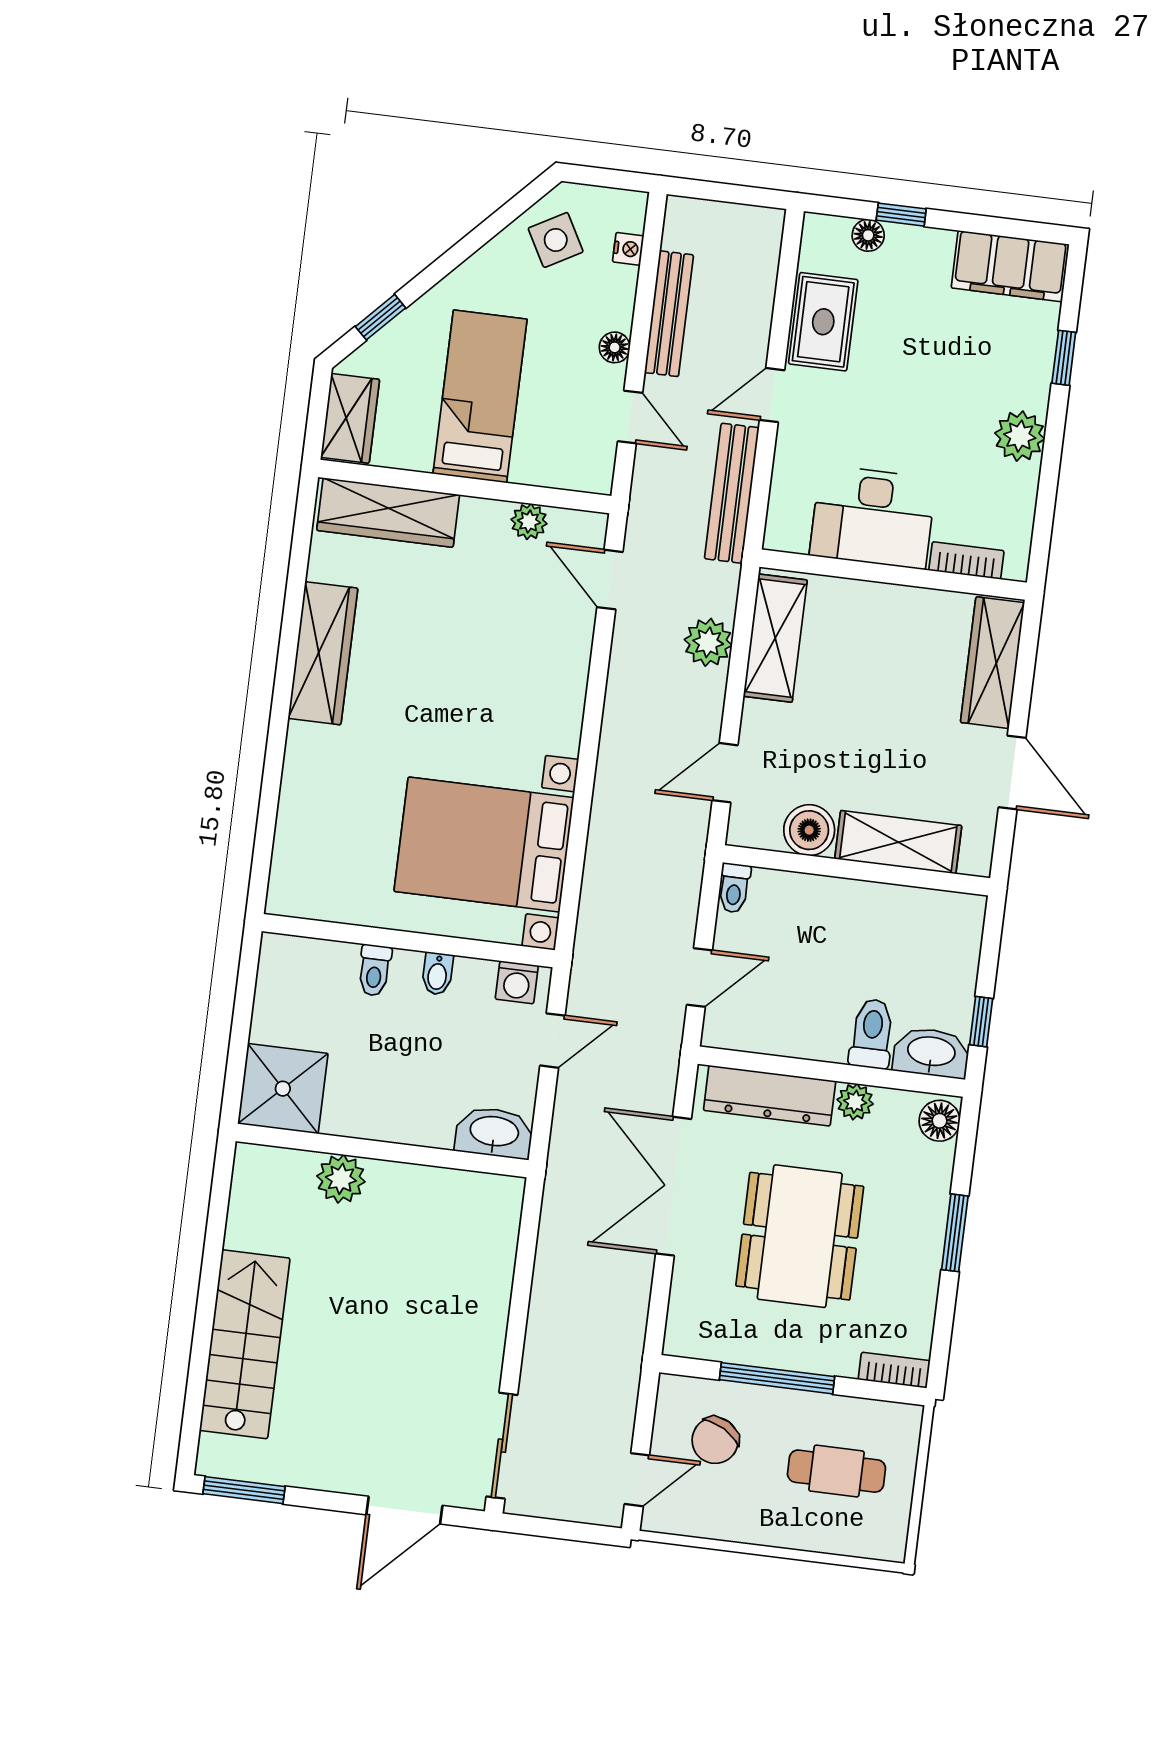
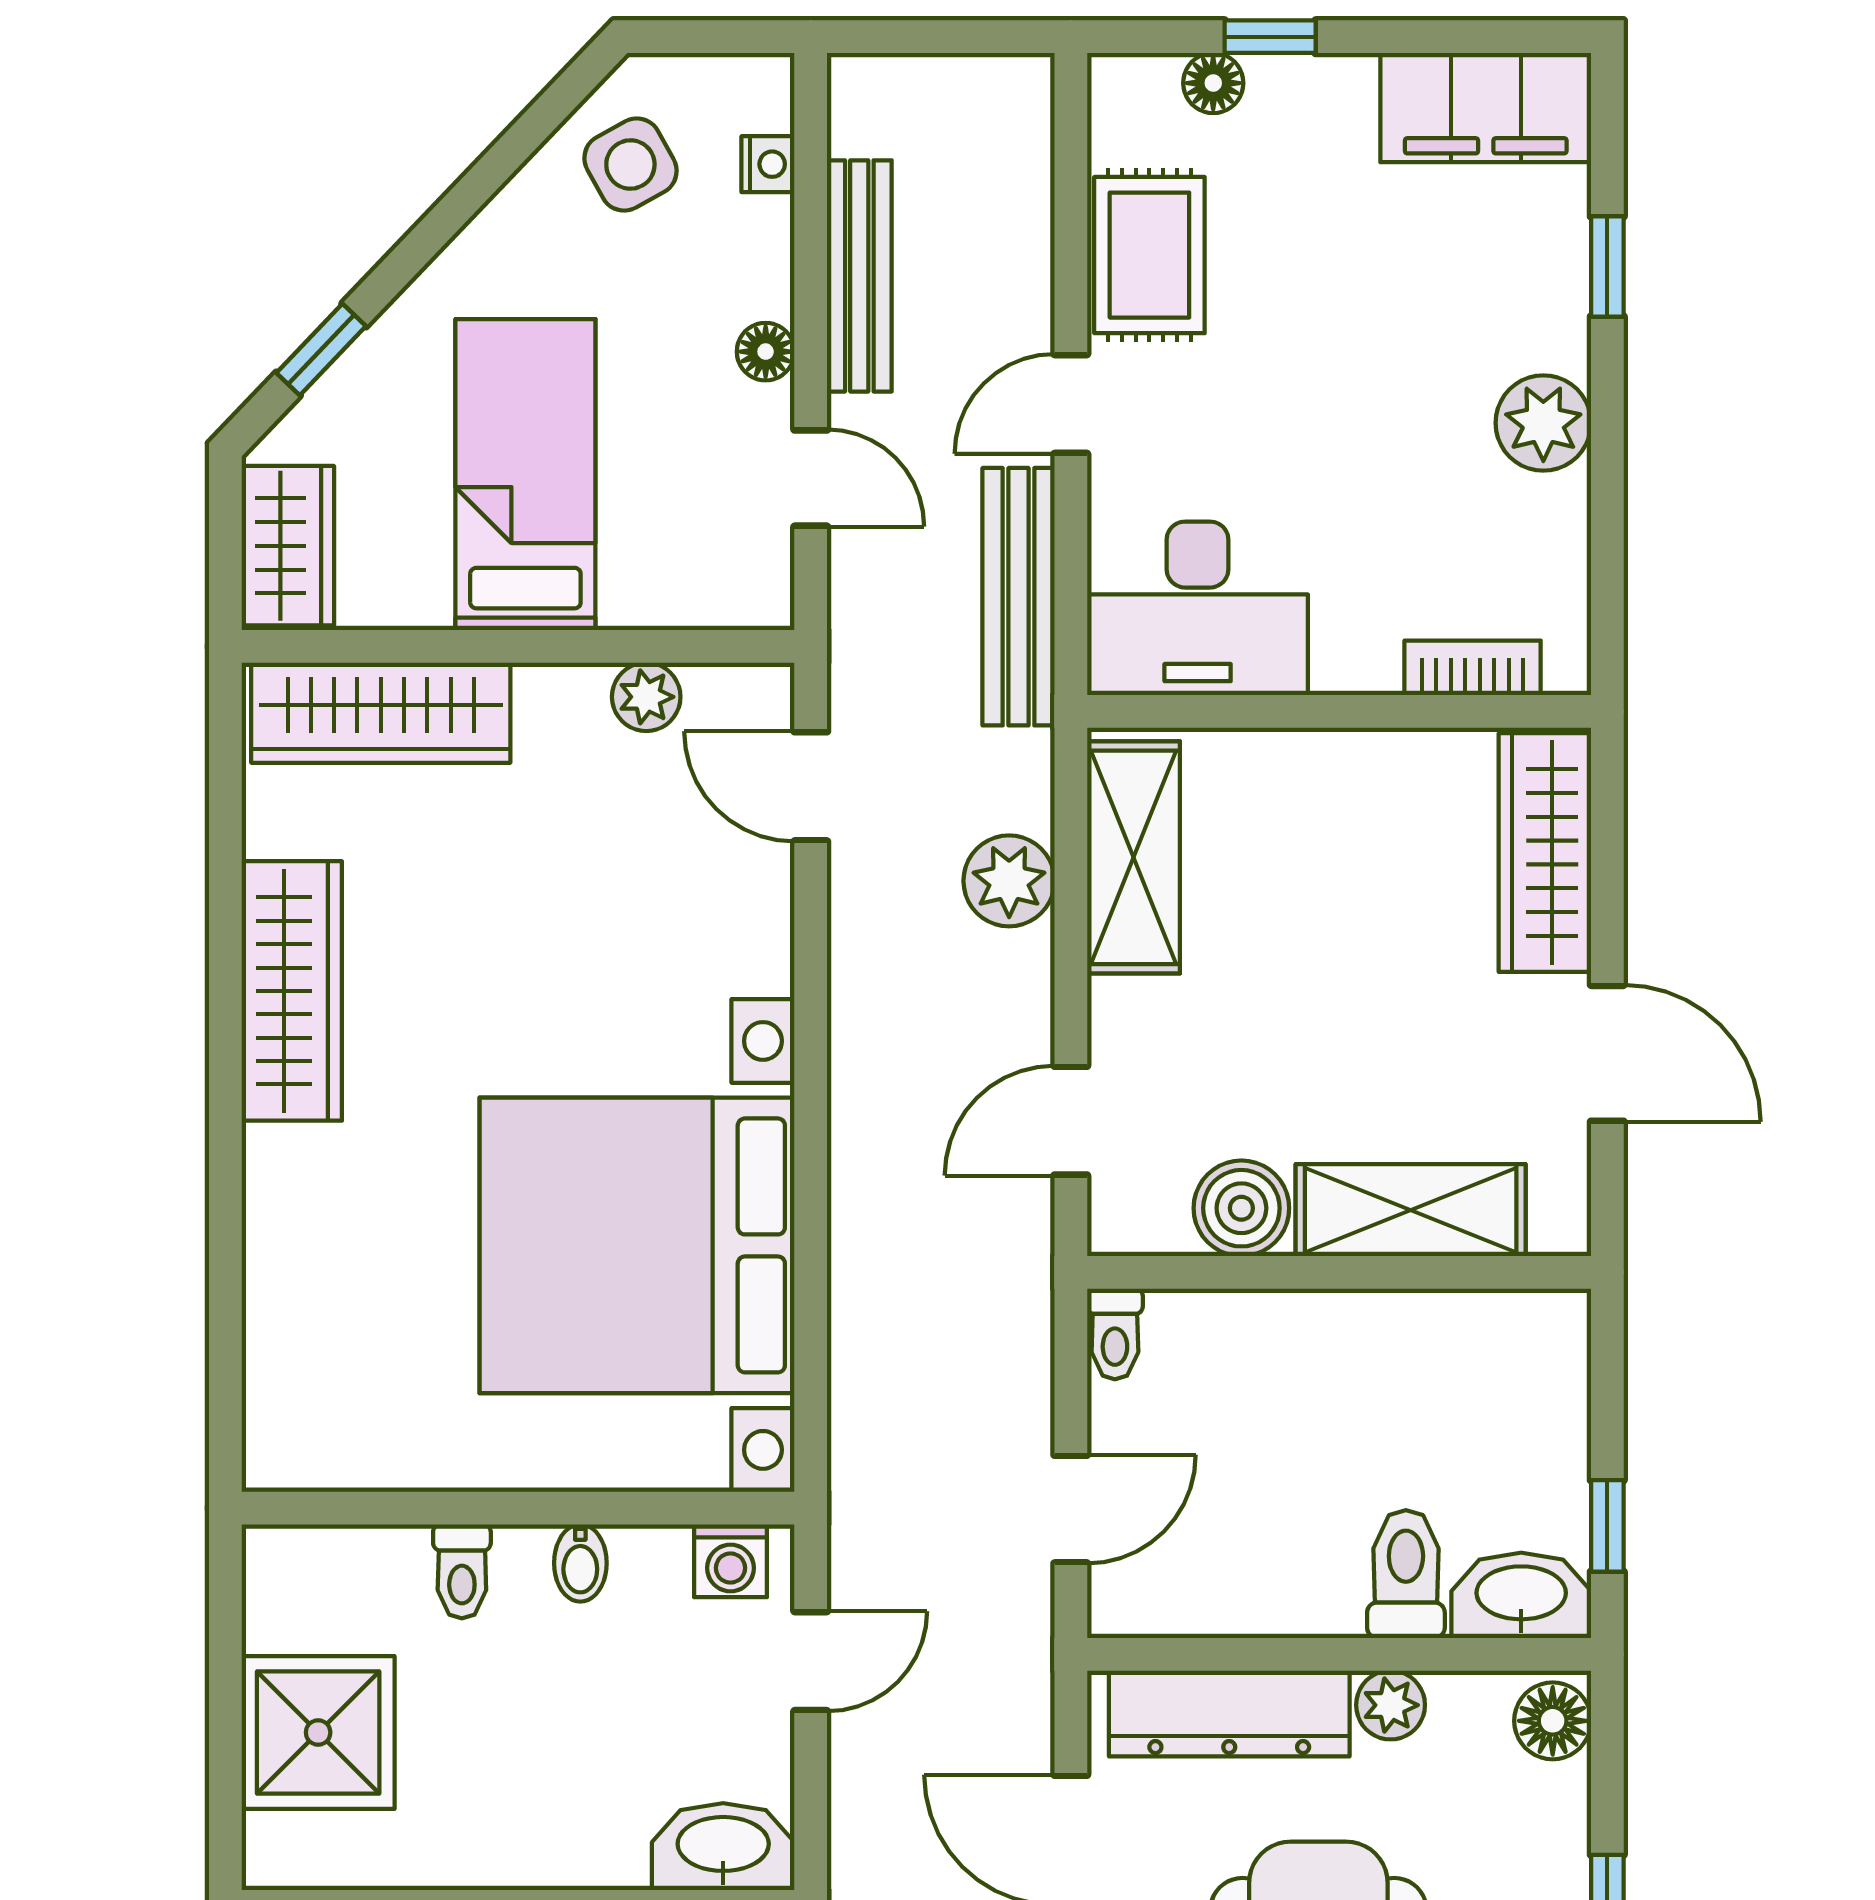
desk: (873, 517) -> (1198, 608), moved
bed with nightstands: (484, 844) -> (637, 1245), width x1.36
shower: (283, 1089) -> (318, 1732), moved

